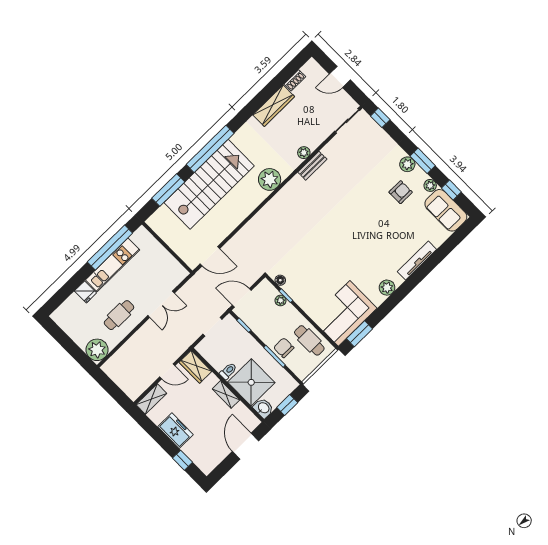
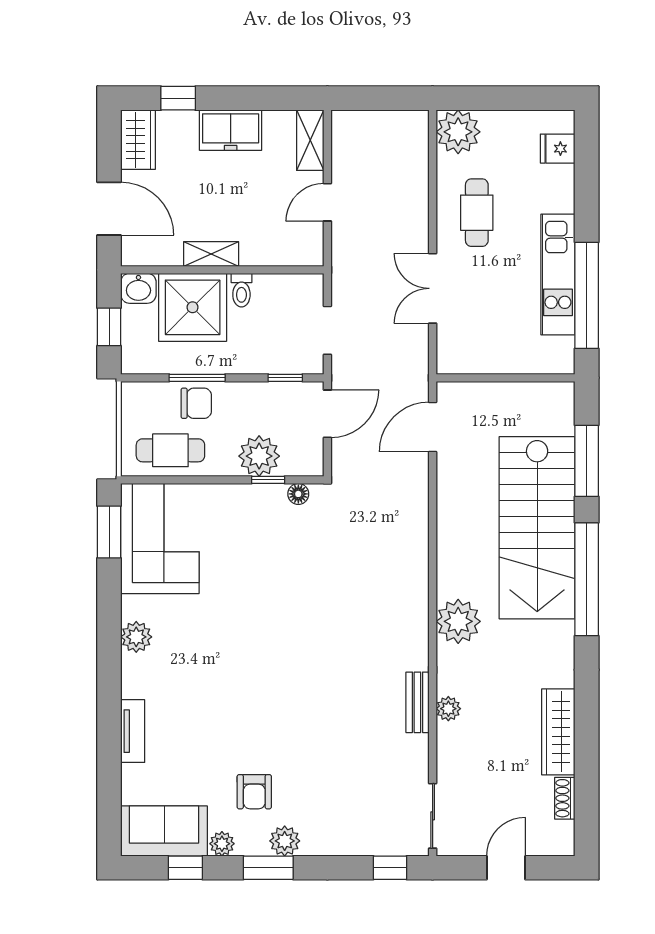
tv unit: (417, 261) -> (133, 731), width x0.71
fridge: (85, 292) -> (558, 149), moved
plant: (281, 300) -> (259, 456), width x1.88, depth x1.88
wardrobe: (195, 367) -> (138, 140), moved, turned 90

